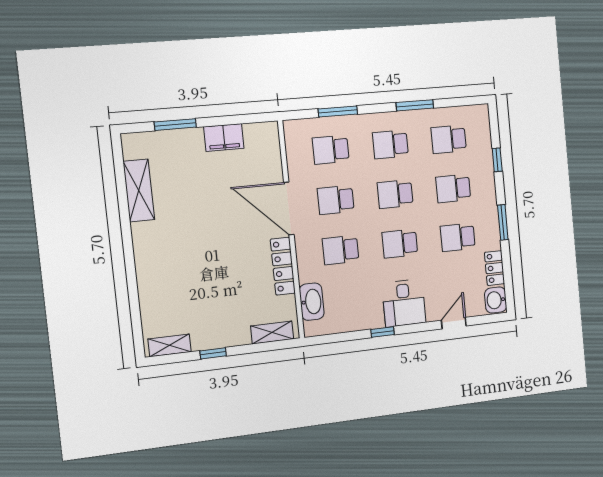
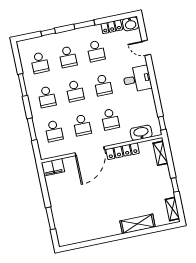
filing cabinet: (224, 138) -> (53, 167), moved, turned 90
shelving: (139, 190) -> (138, 224), moved
window: (383, 332) -> (162, 123), moved

